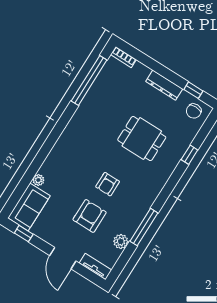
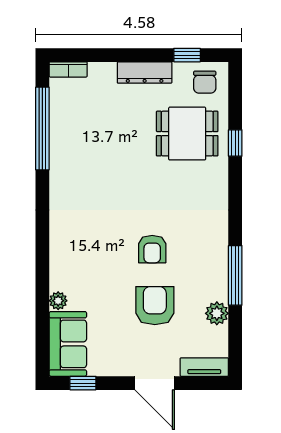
dining table: (142, 139) -> (187, 134), moved

